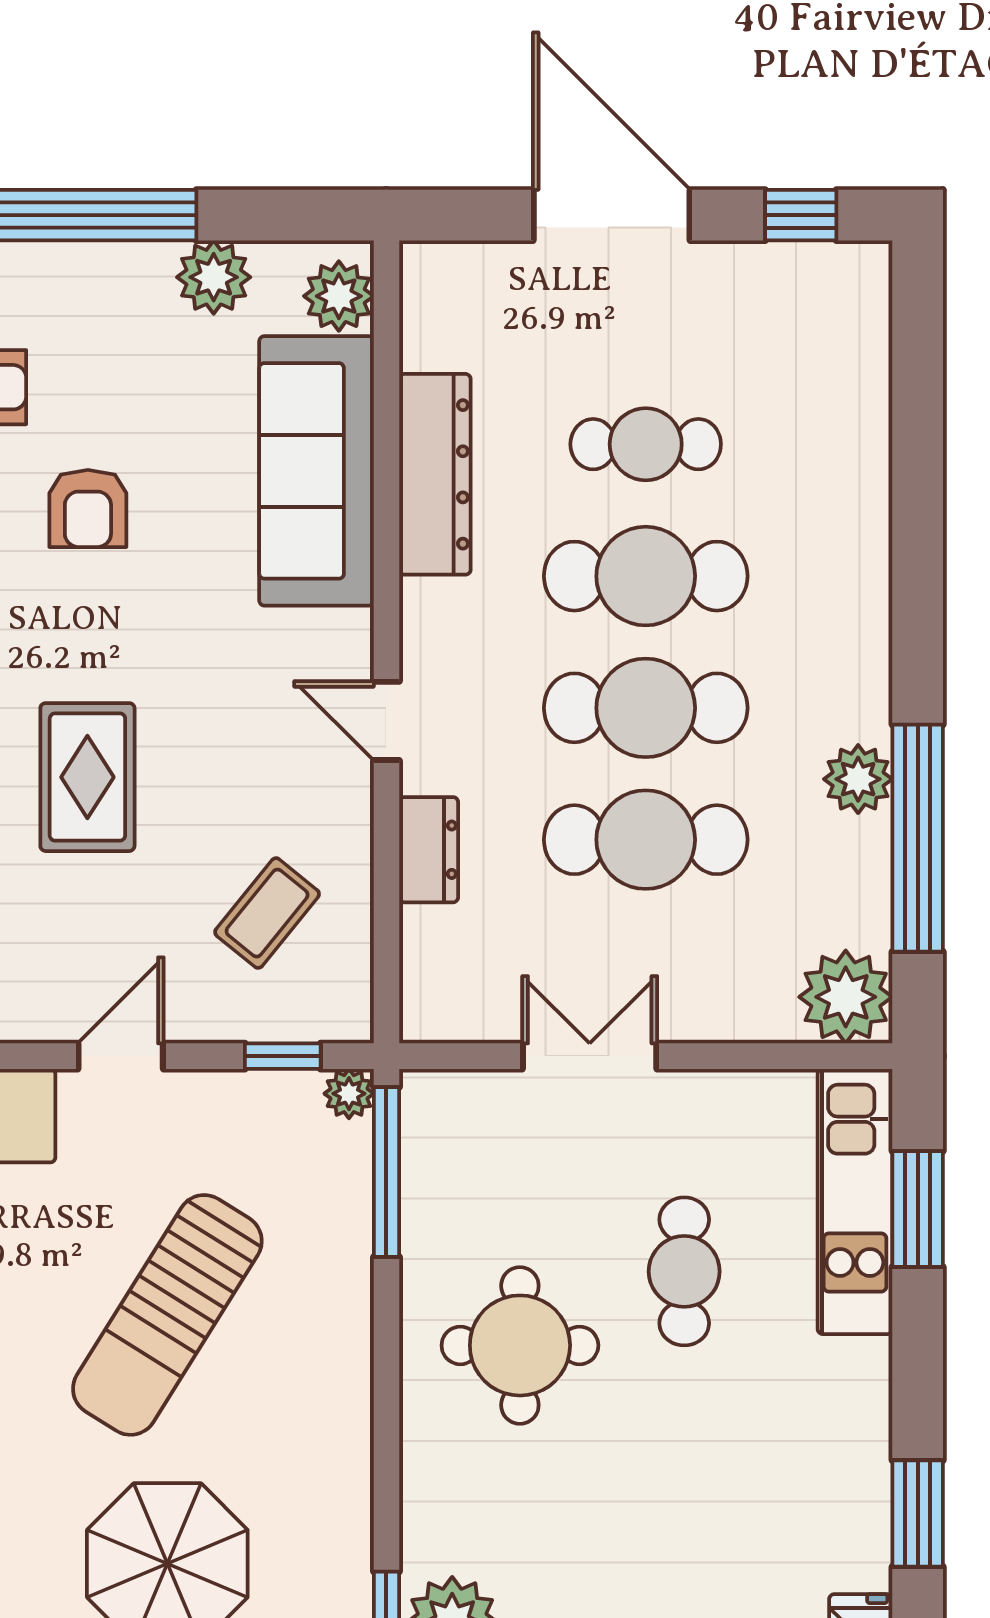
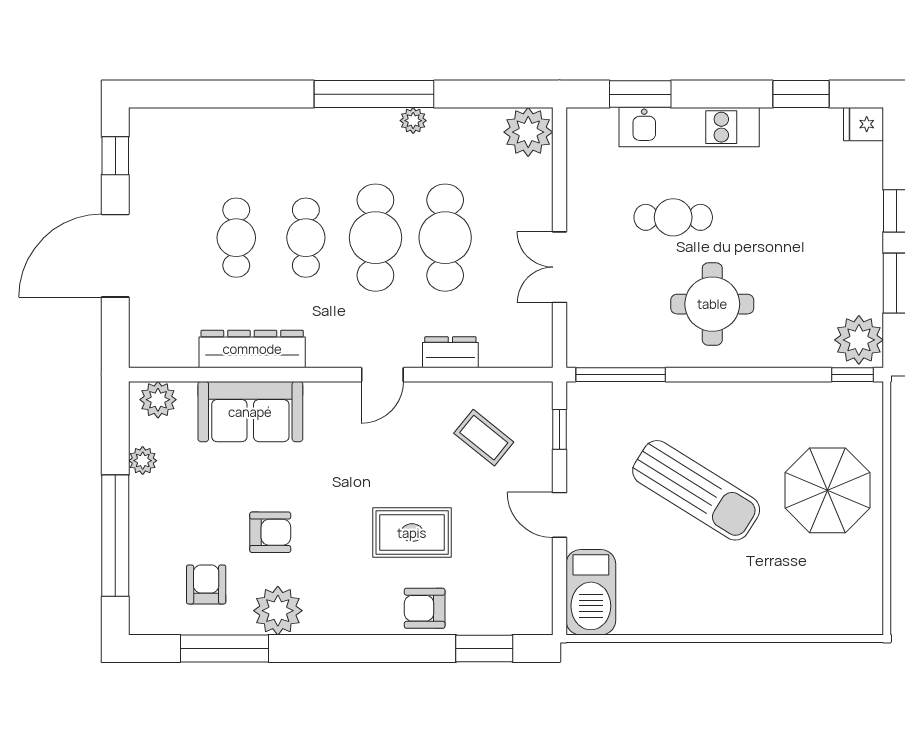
plant: (214, 277) -> (143, 461), width x0.73, depth x0.73
sofa: (316, 471) -> (250, 412), width x0.73
cafe table: (646, 576) -> (306, 238), width x0.73, depth x0.74
plant: (858, 779) -> (413, 121), width x0.73, depth x0.73
window: (918, 838) -> (374, 94), moved
plant: (349, 1094) -> (579, 394), removed
kitchen unit: (855, 1201) -> (689, 127), moved

